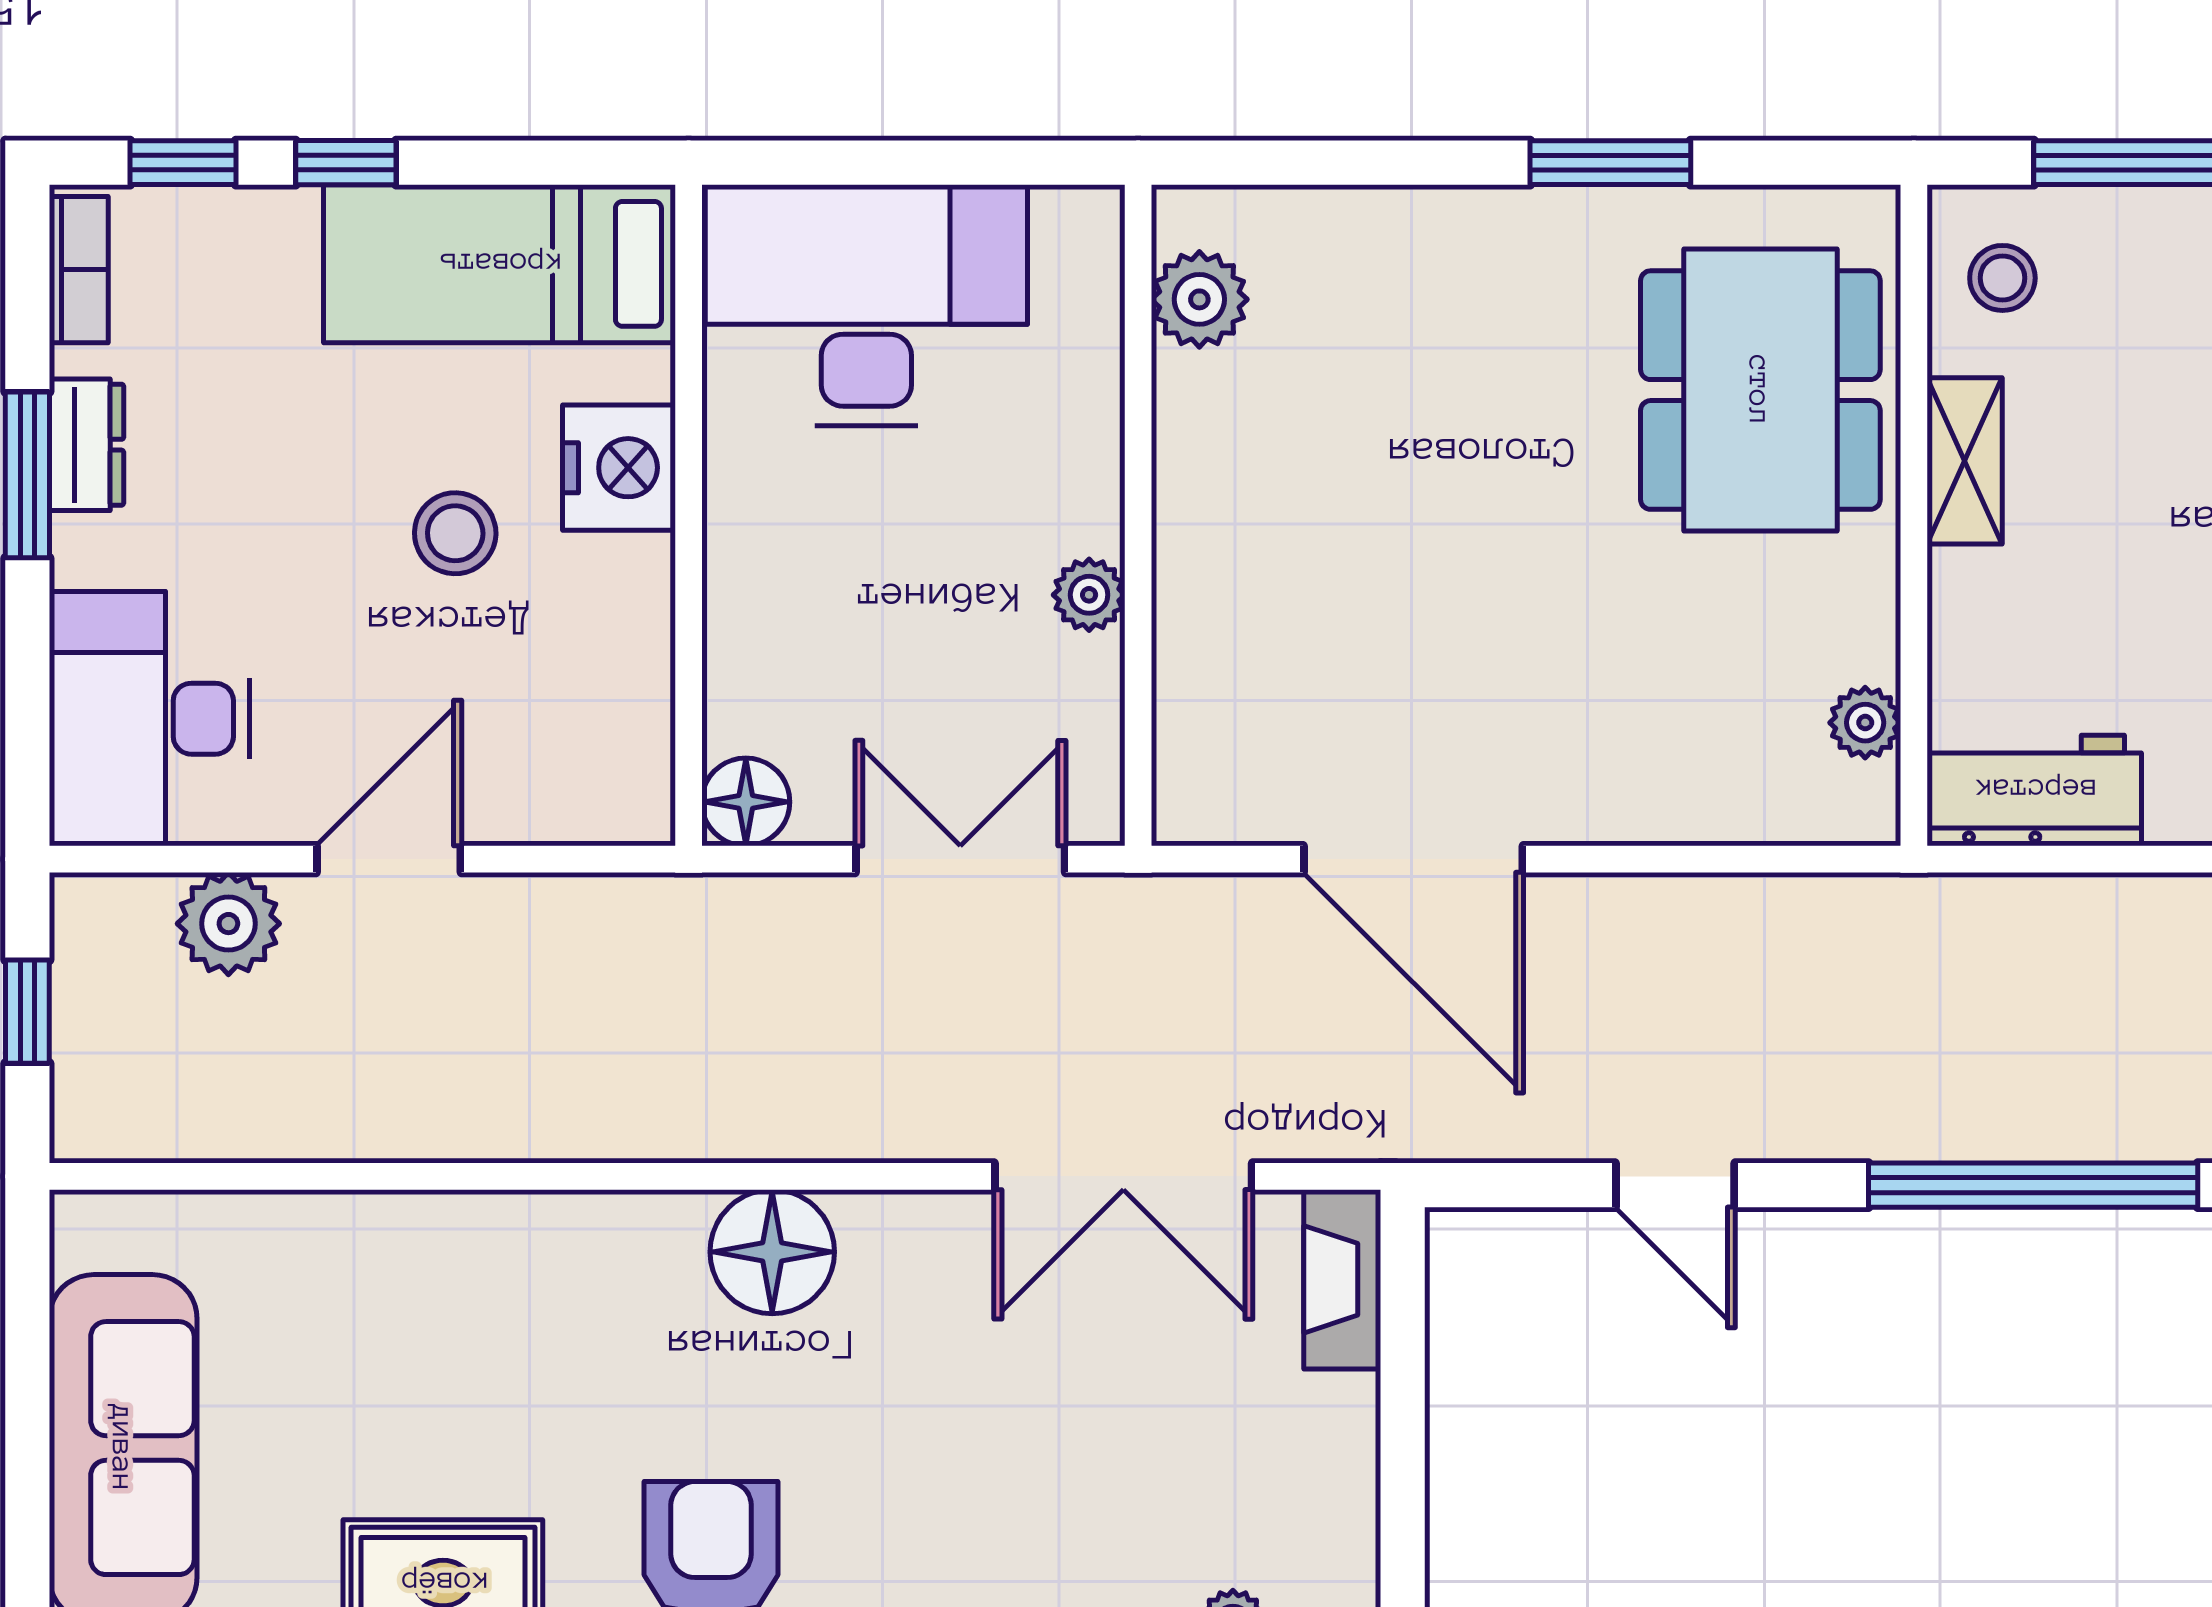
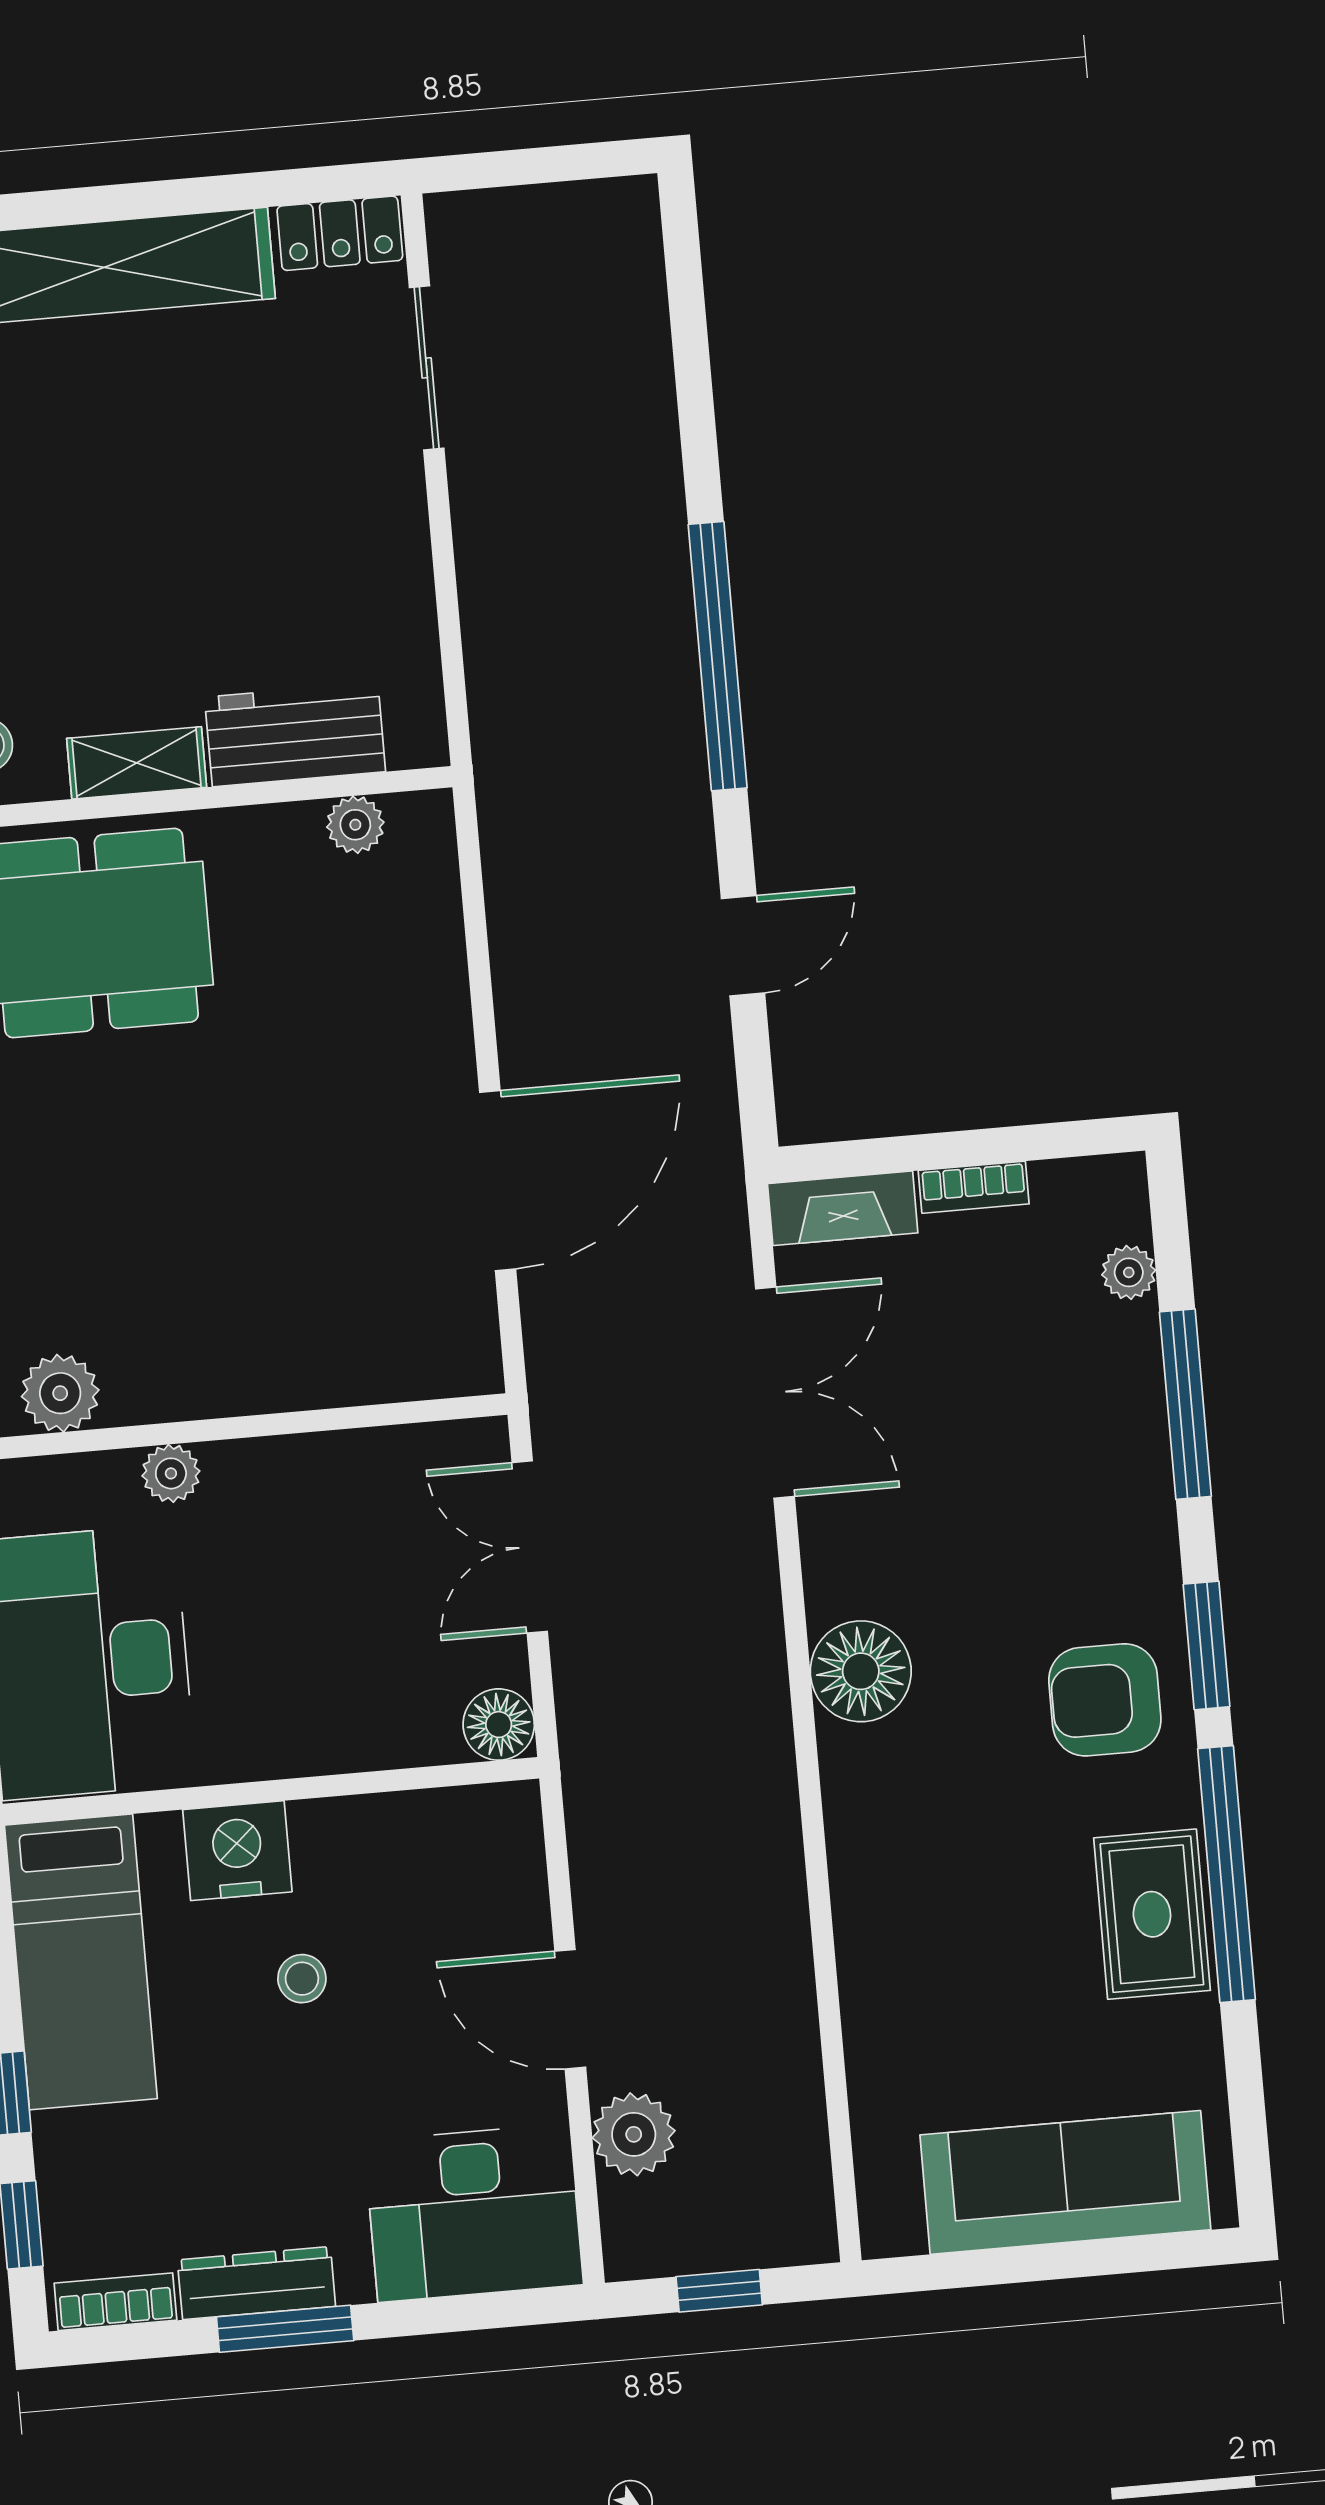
dresser: (87, 445) -> (256, 2283), width x1.44
stool: (455, 533) -> (302, 1979), width x0.73, depth x0.73
plant: (1089, 595) -> (171, 1473), moved
workbench: (2034, 790) -> (295, 734), moved, turned 90
bookcase: (1354, 1442) -> (974, 1187), added

